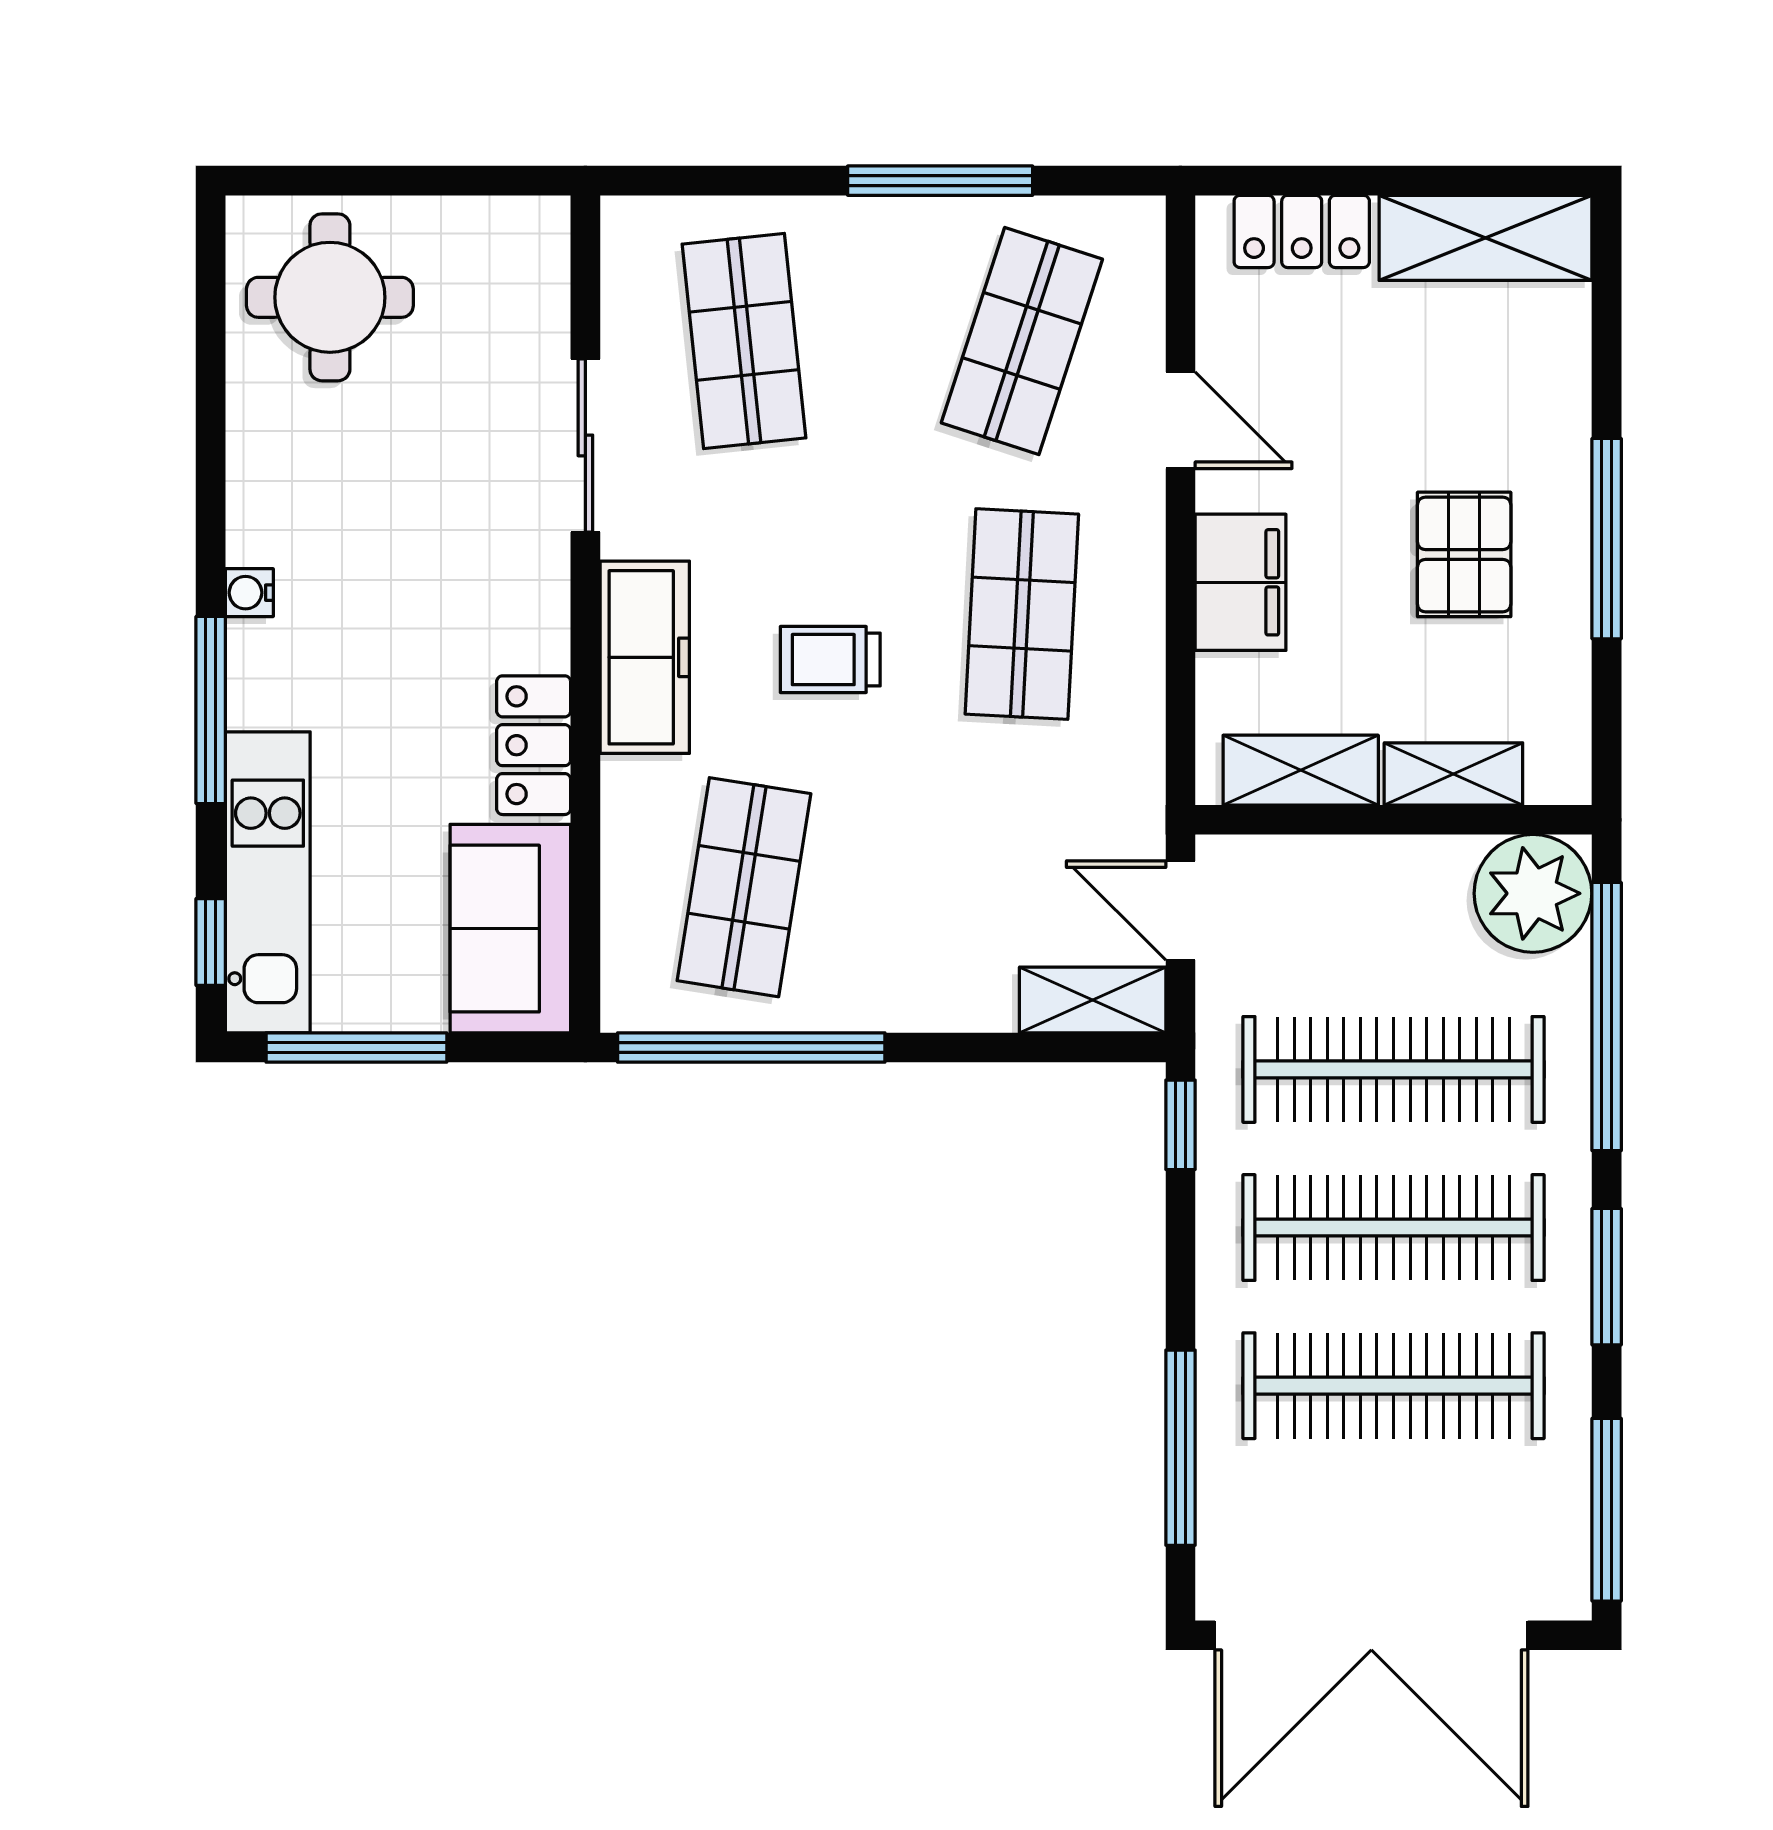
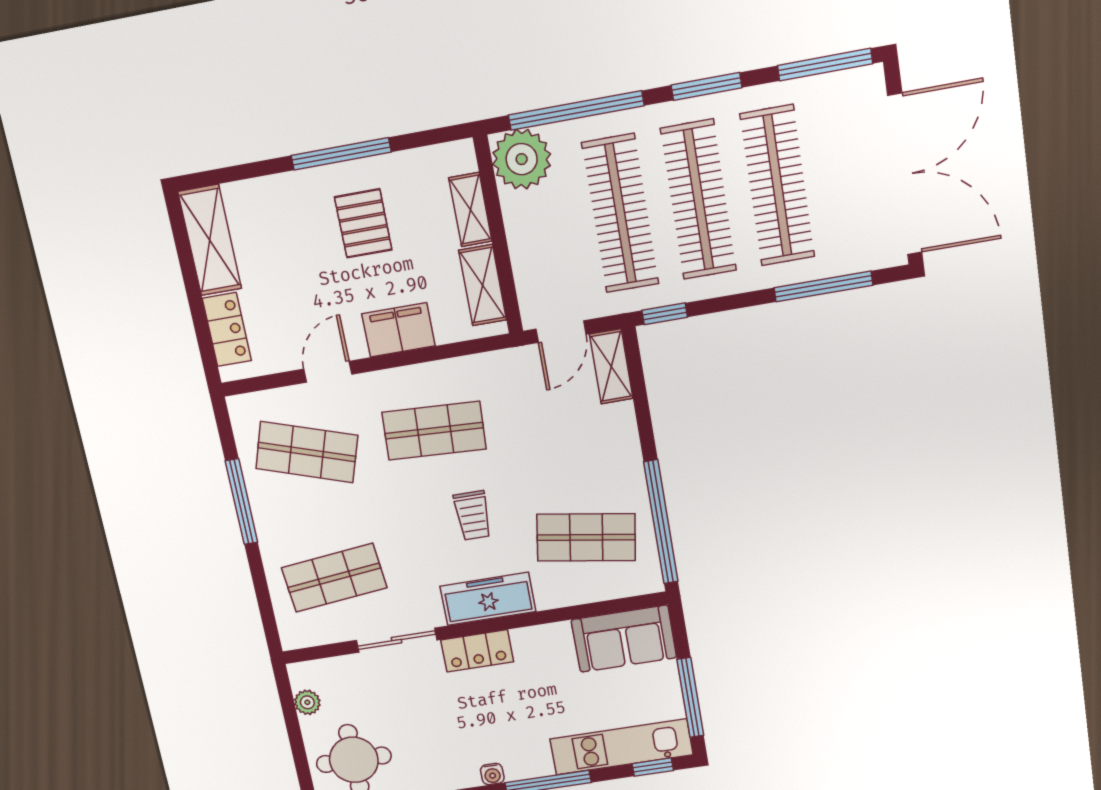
plant: (477, 224) -> (307, 702), added
pallet: (1464, 554) -> (363, 223), turned 90
locker: (534, 745) -> (477, 651), moved

